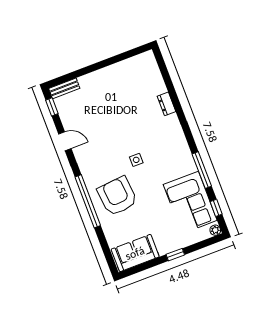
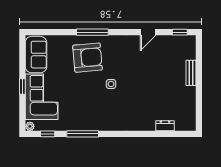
bench: (64, 88) -> (191, 73), moved
dresser: (167, 104) -> (165, 126), moved
window: (88, 201) -> (92, 32), width x0.68
corner sofa: (190, 202) -> (42, 97), moved, turned 90

